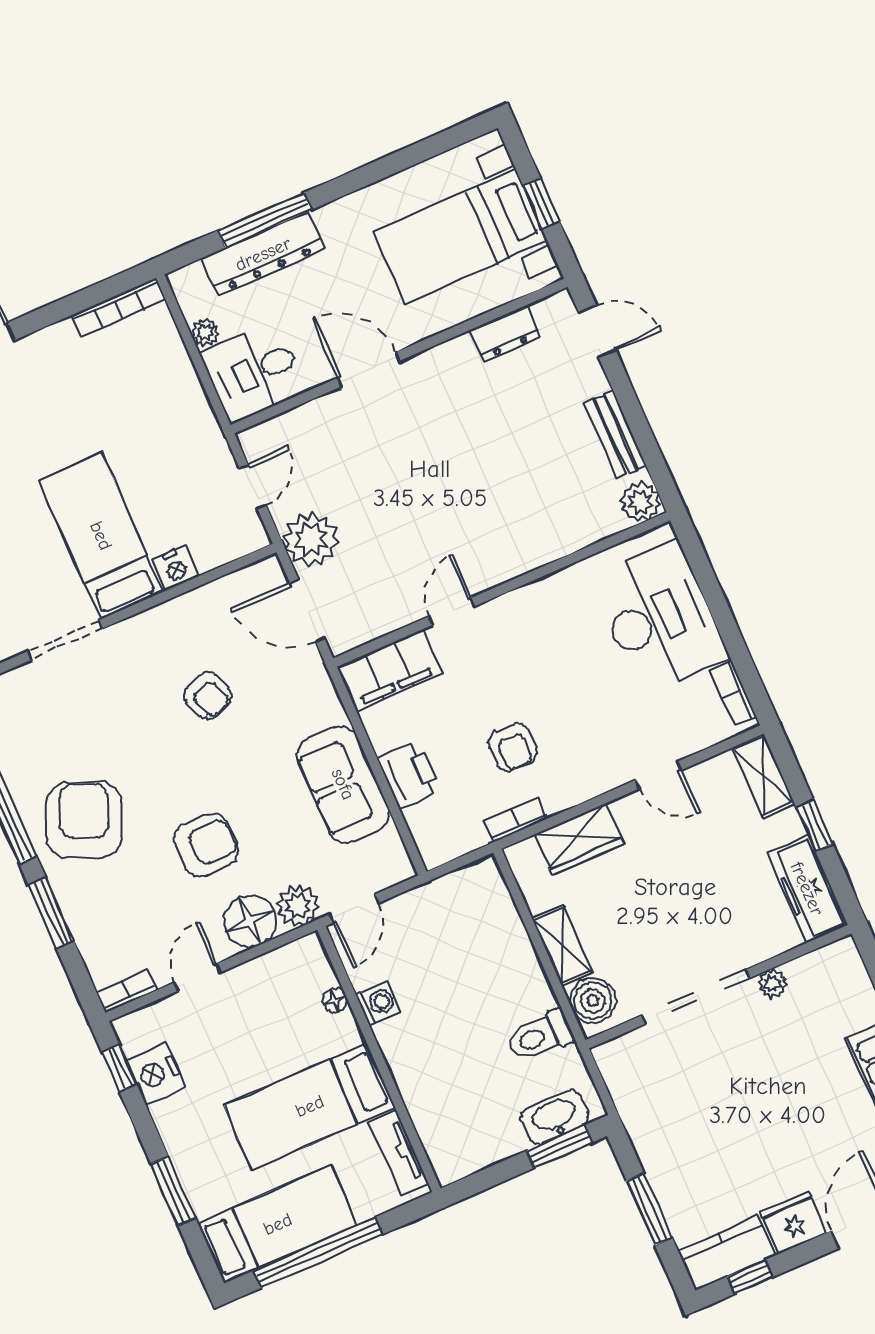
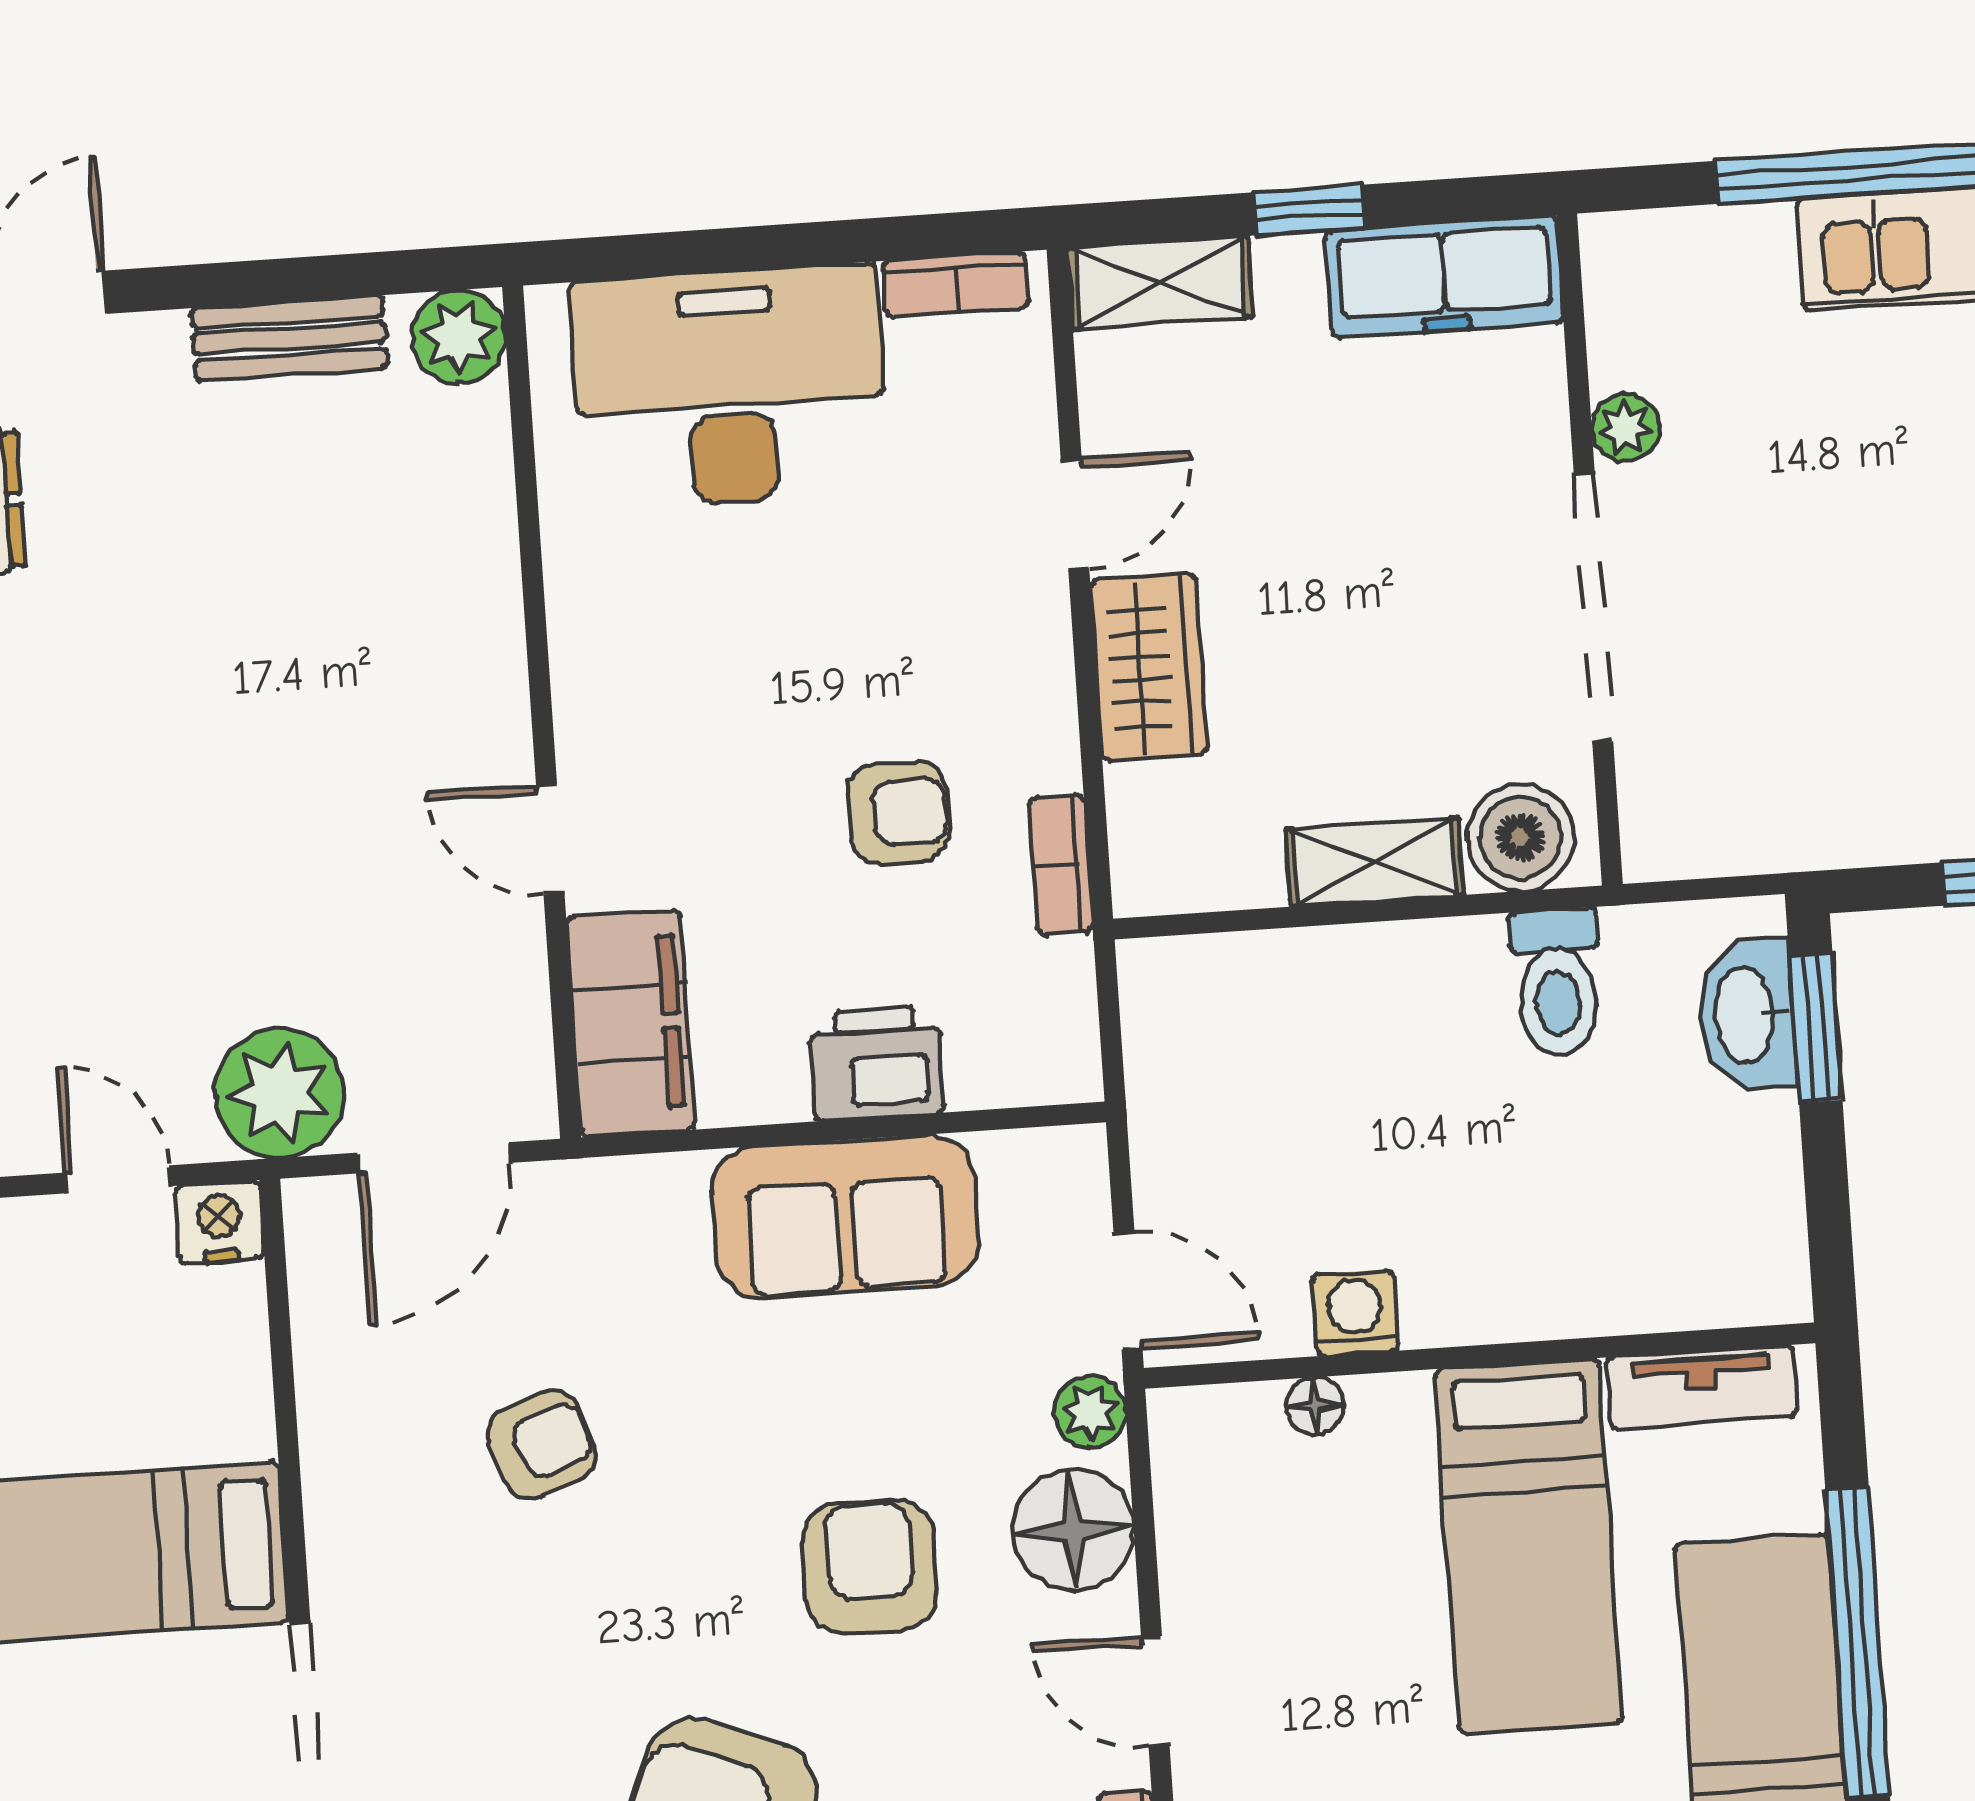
nightstand: (175, 568) -> (219, 1222), moved, turned -90
wardrobe: (579, 839) -> (1149, 667), moved
plant: (298, 906) -> (1090, 1412), width x0.73, depth x0.73

